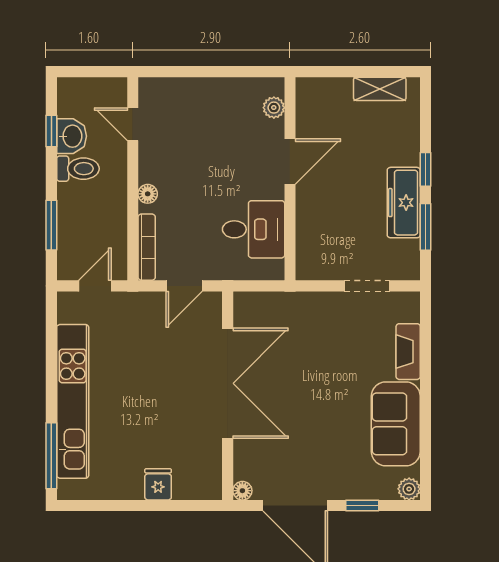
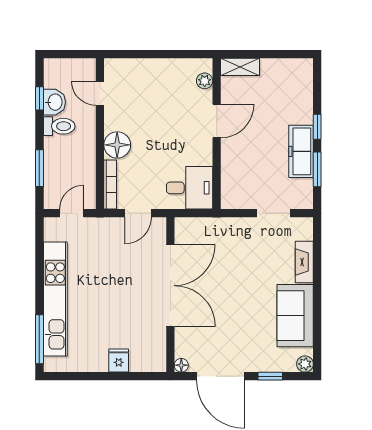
shelving: (380, 89) -> (240, 67), moved
floor lamp: (148, 194) -> (117, 145), width x1.89, depth x1.89
desk: (254, 229) -> (190, 188), moved

